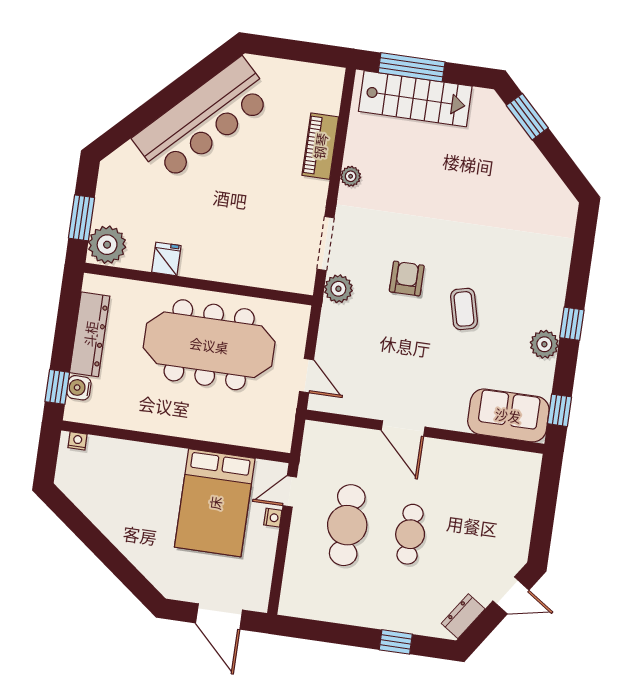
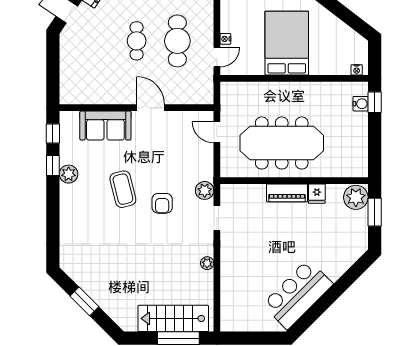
window: (527, 117) -> (84, 301), moved
bar counter: (203, 119) -> (298, 294), width x0.73
piano: (320, 146) -> (287, 193), moved, turned 90
doorway: (326, 243) -> (217, 218), width x0.73
coffee table: (464, 309) -> (123, 189), width x1.36, depth x1.30
window: (572, 324) -> (53, 166), moved
dresser: (90, 334) -> (359, 139), removed
sofa: (508, 415) -> (105, 125), moved
bed: (215, 503) -> (287, 43), moved

